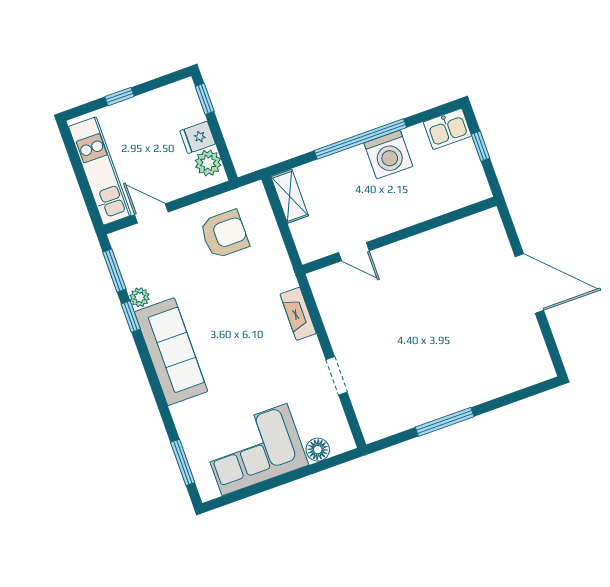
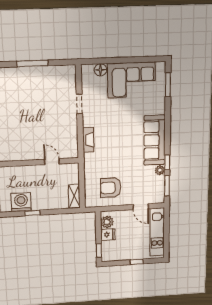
window: (360, 139) -> (32, 213), width x0.32

